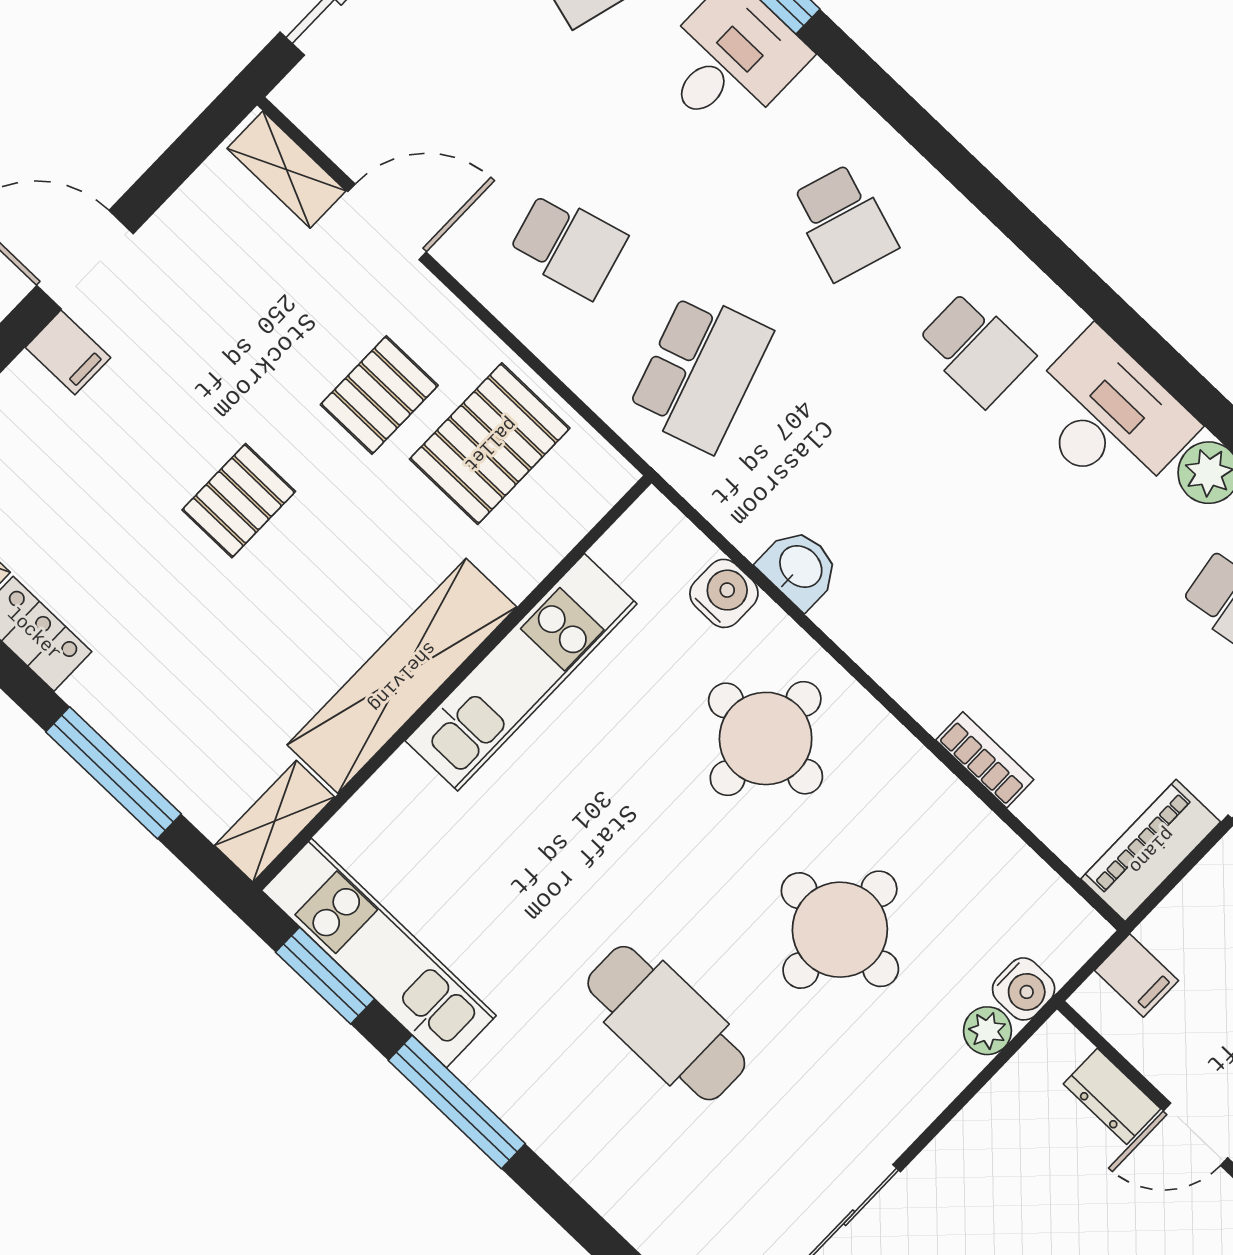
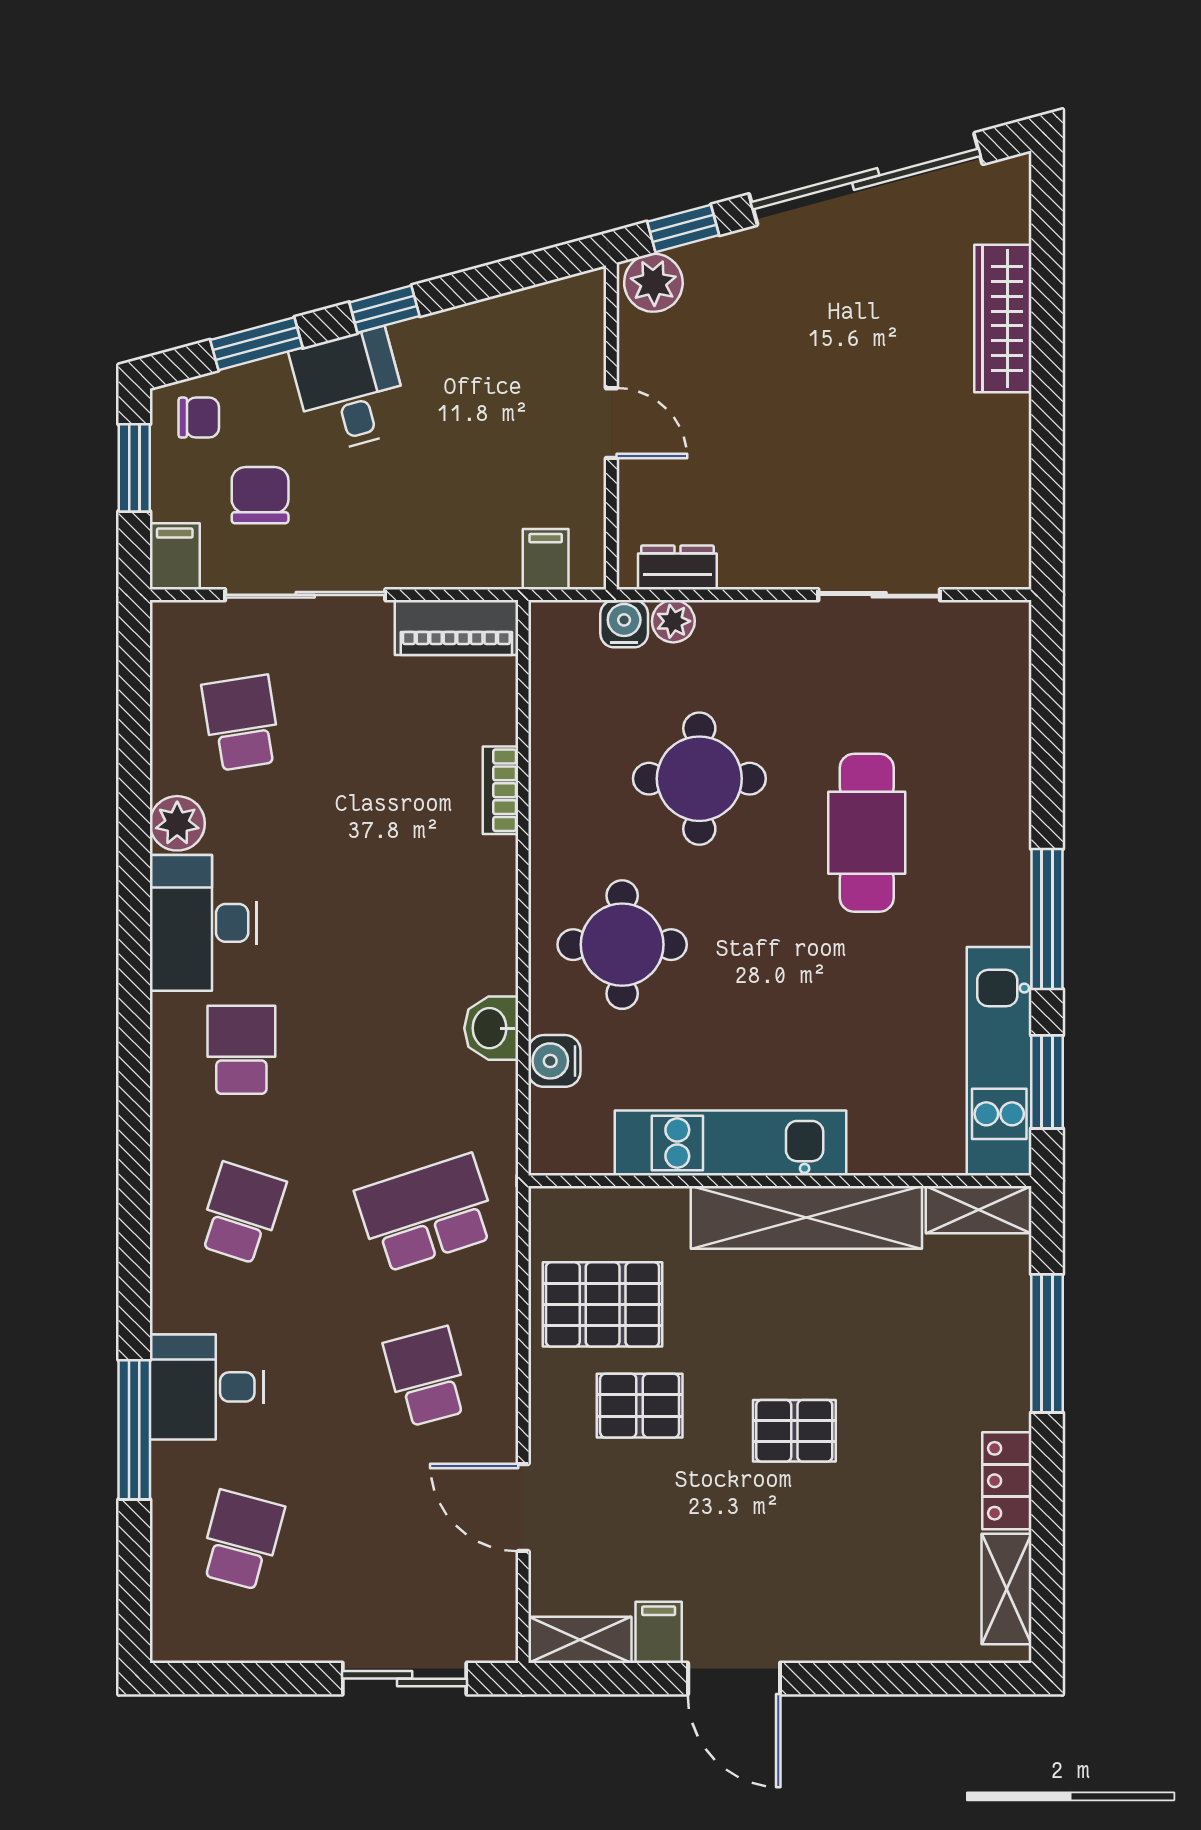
shelving: (287, 170) -> (580, 1640), moved, turned 90
filing cabinet: (68, 352) -> (659, 1632), moved
dresser: (1112, 1096) -> (677, 568), moved, turned -90

